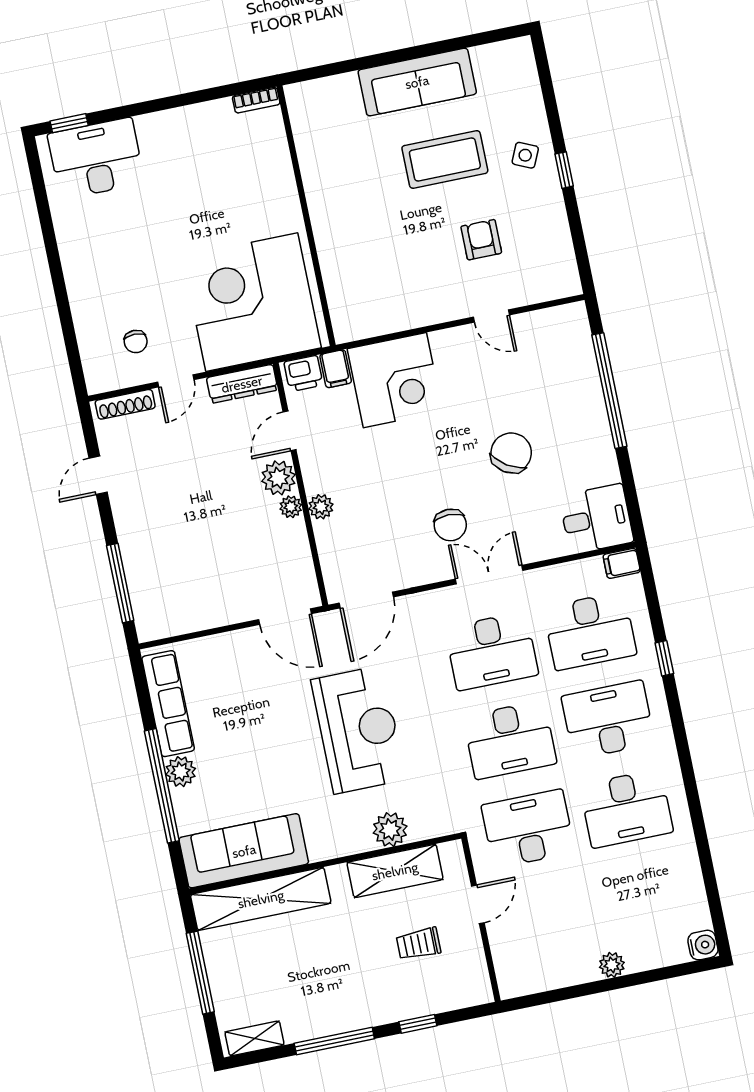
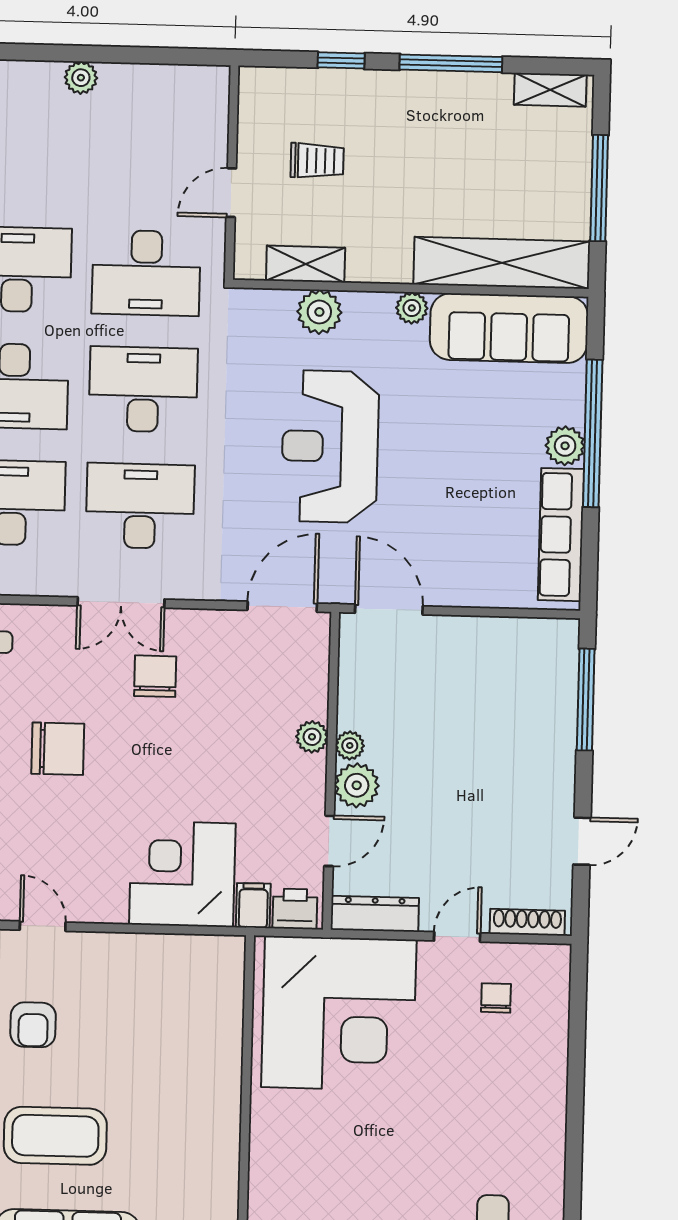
chair: (511, 453) -> (58, 749), turned -123
plant: (321, 849) -> (412, 308), added
shelving: (395, 871) -> (306, 264), width x0.67, depth x0.75

